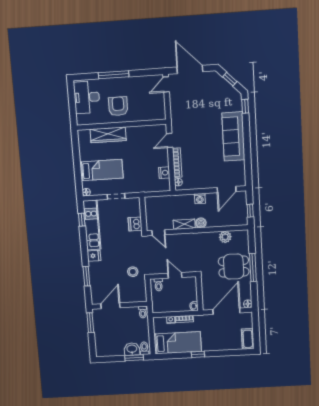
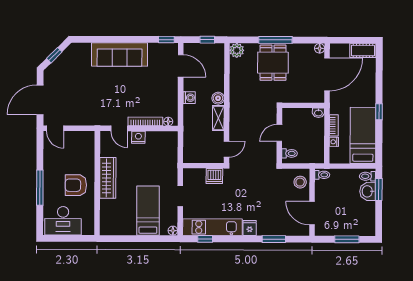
window: (245, 106) -> (166, 40), moved
wardrobe: (108, 135) -> (108, 178), moved
nightstand: (164, 173) -> (138, 137), moved
plant: (225, 237) -> (237, 50), moved
stool: (133, 272) -> (300, 182), moved
door: (226, 311) -> (327, 74), swing flipped
window: (90, 323) -> (347, 239), moved

